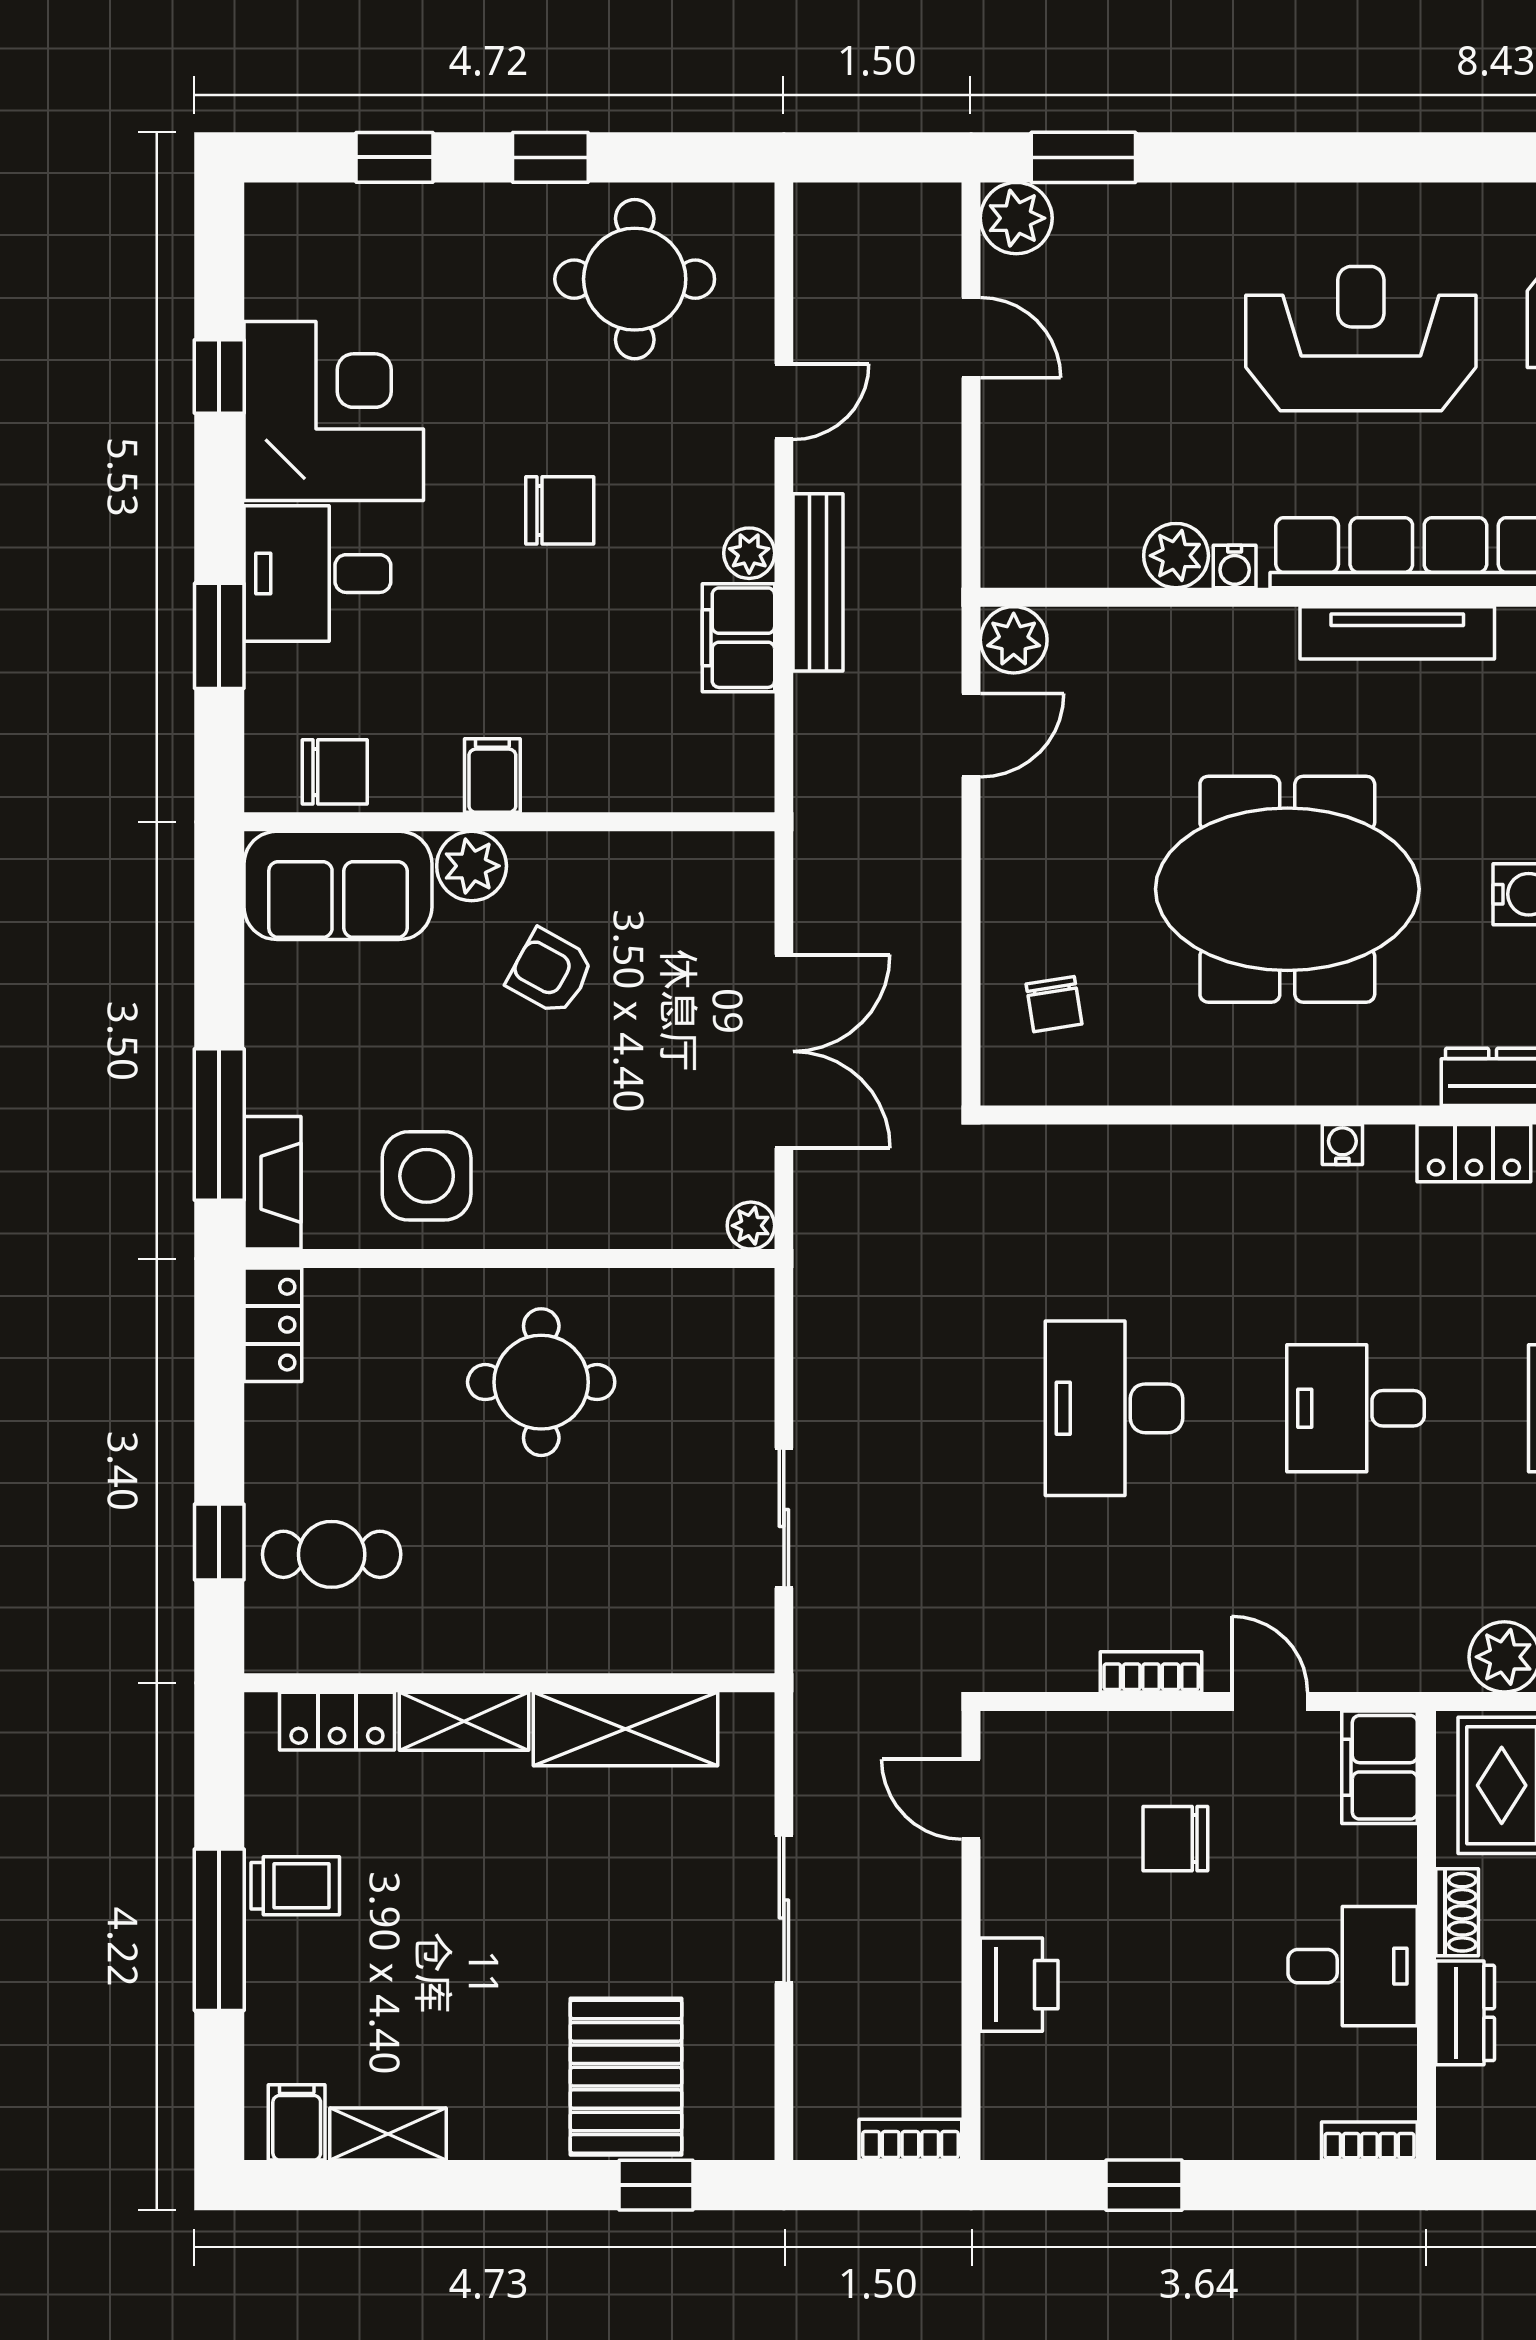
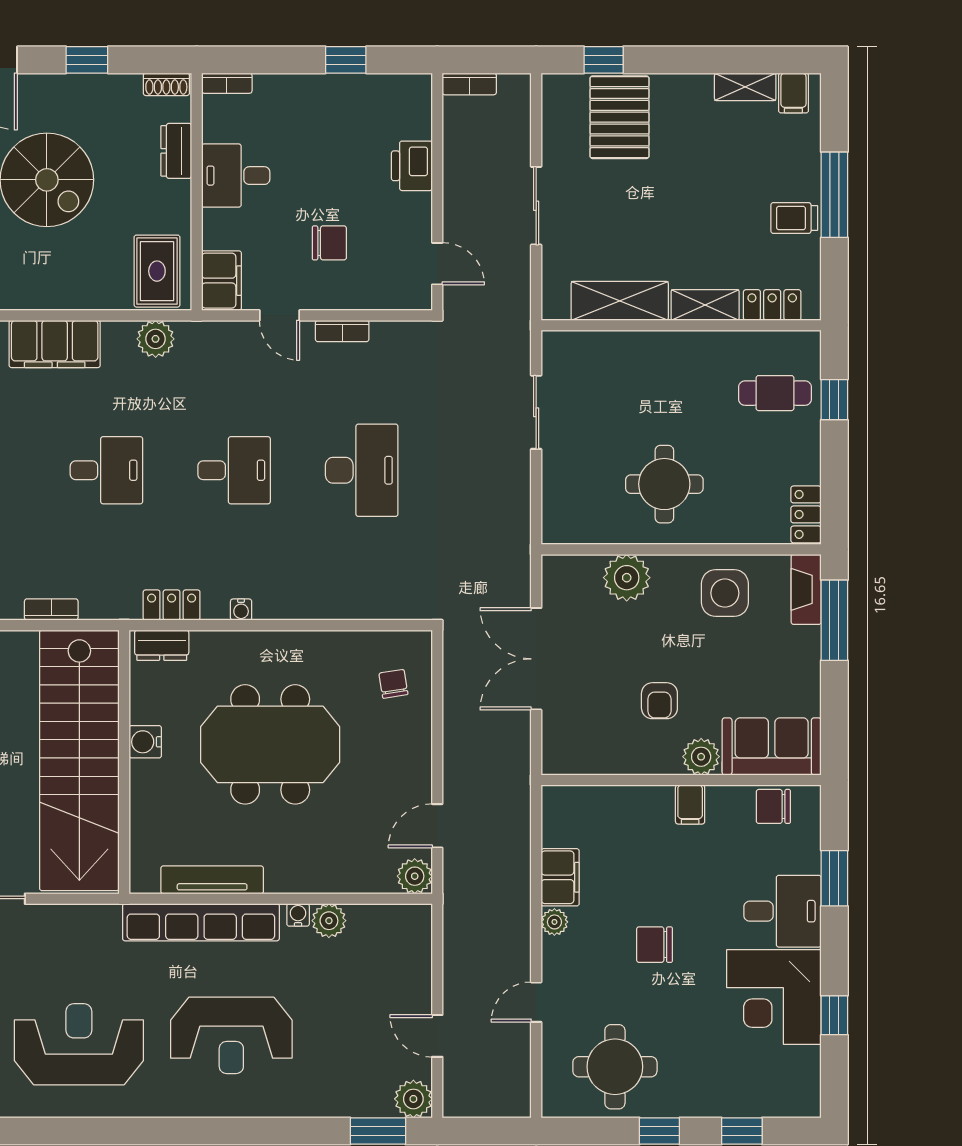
bench: (818, 582) -> (518, 907), removed
armchair: (550, 972) -> (659, 701), turned 61
plant: (751, 1226) -> (627, 578), moved, width x1.88, depth x1.88
shoe rack: (1457, 1912) -> (166, 84), moved, turned -90

